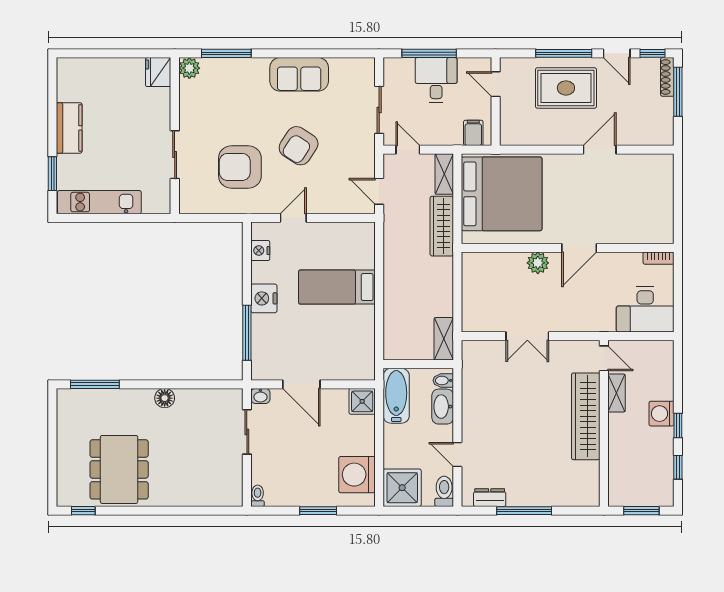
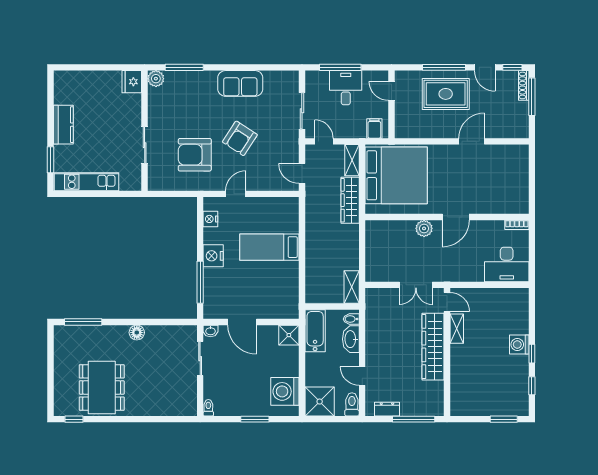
door: (604, 358) -> (447, 302), moved
shelving: (616, 393) -> (457, 329), moved
wardrobe: (586, 416) -> (433, 347), moved
wall: (604, 423) -> (447, 352), moved

